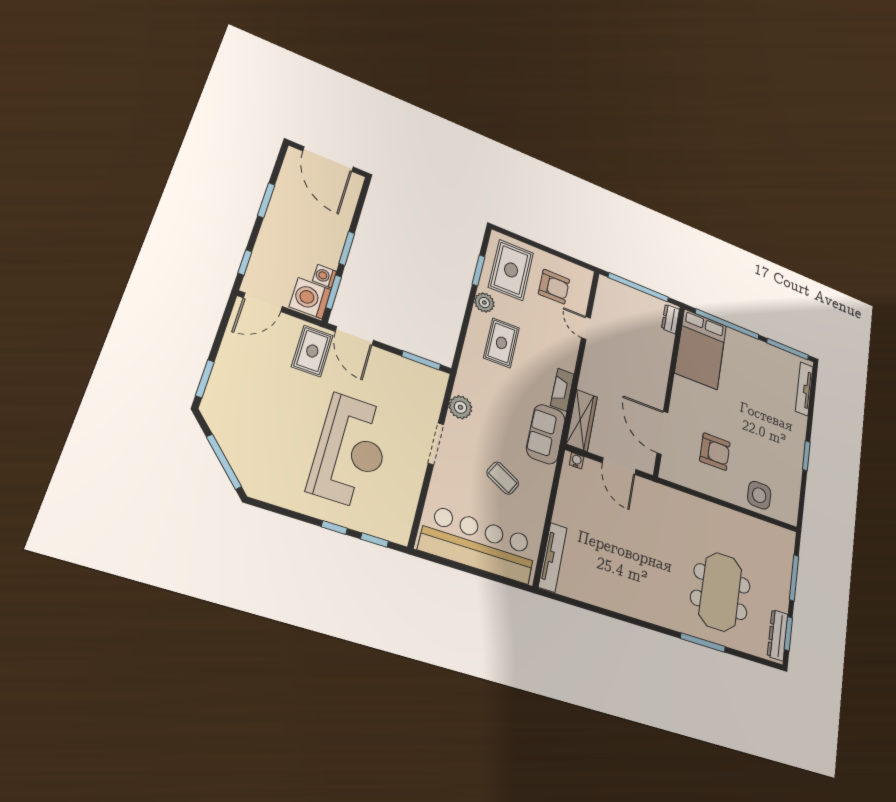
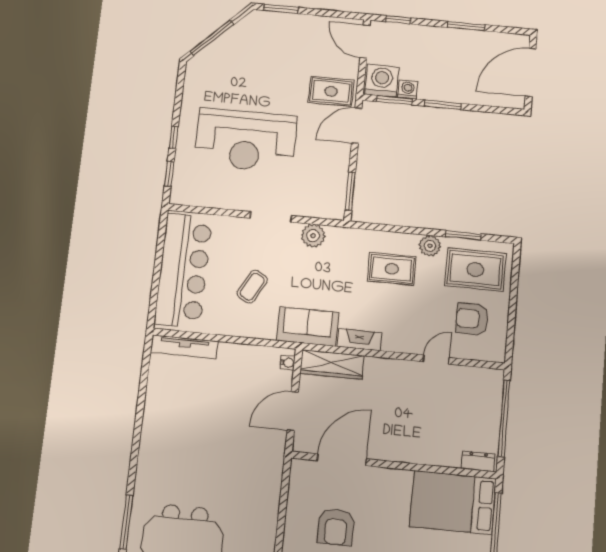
armchair: (554, 287) -> (472, 319), turned 90

